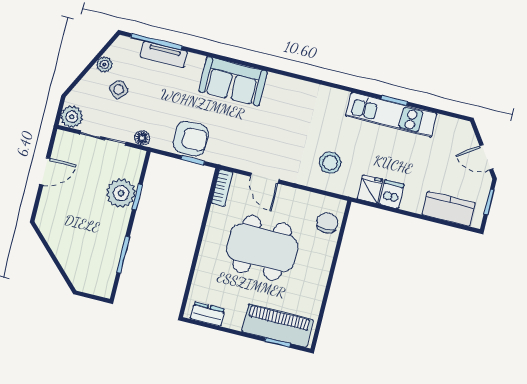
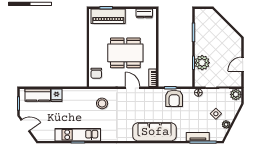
sofa: (233, 81) -> (155, 132), width x1.36
armchair: (191, 139) -> (174, 98), turned -90
fridge: (370, 189) -> (57, 95), moved
dishwasher: (392, 194) -> (68, 95), removed

